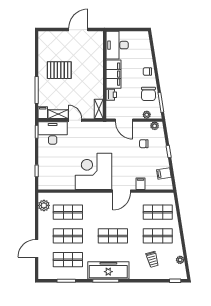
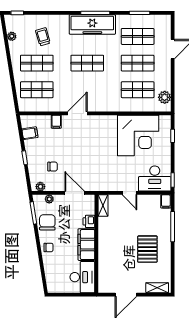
pallet: (59, 70) -> (147, 249), turned 90
shelving: (58, 114) -> (157, 288), moved
corner desk: (94, 171) -> (138, 135), moved

